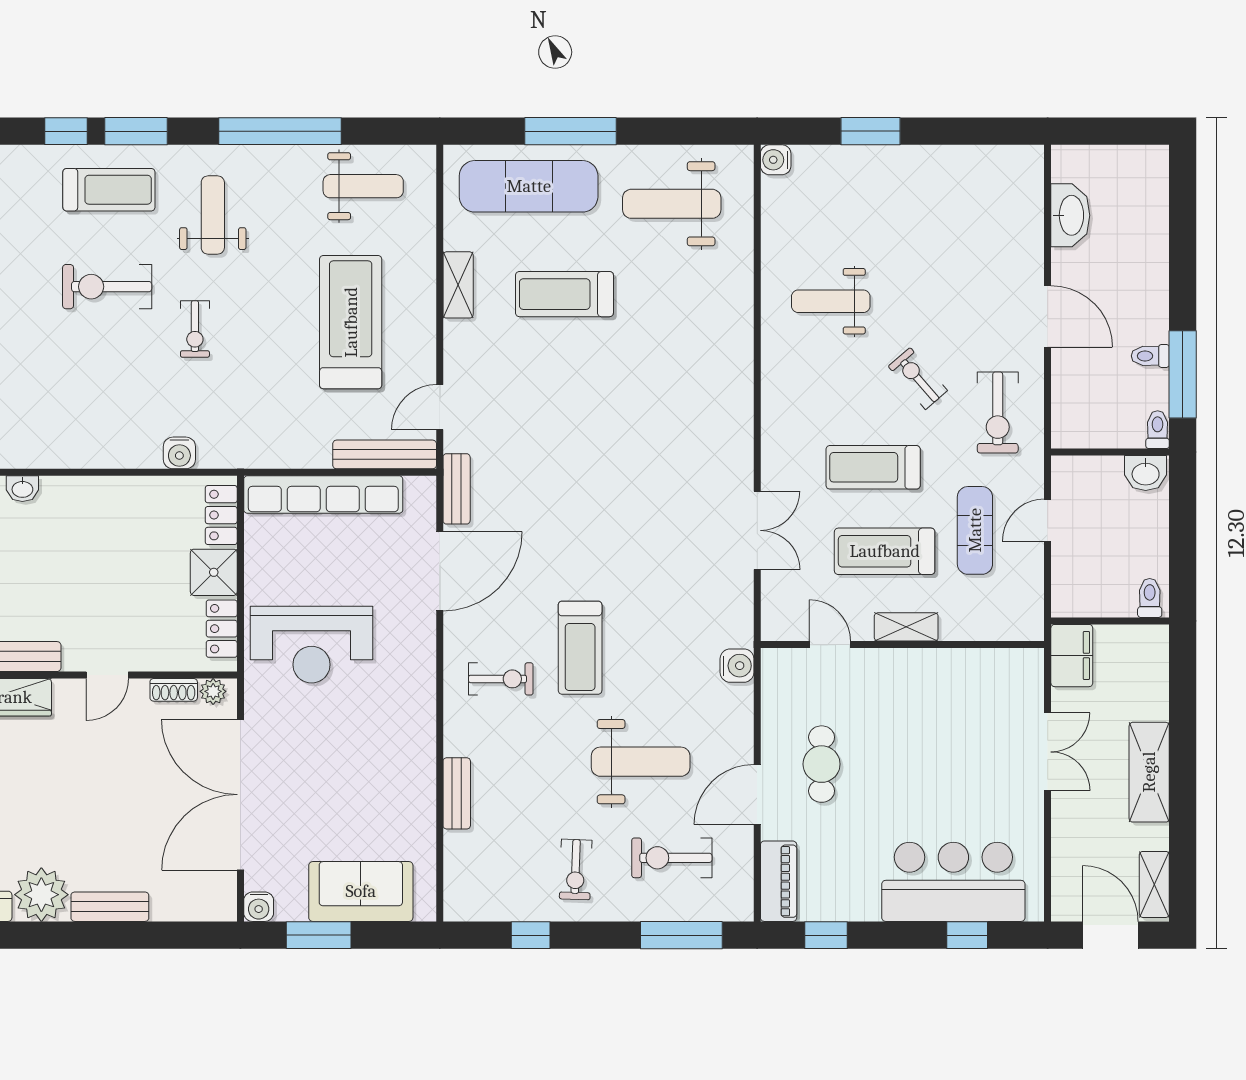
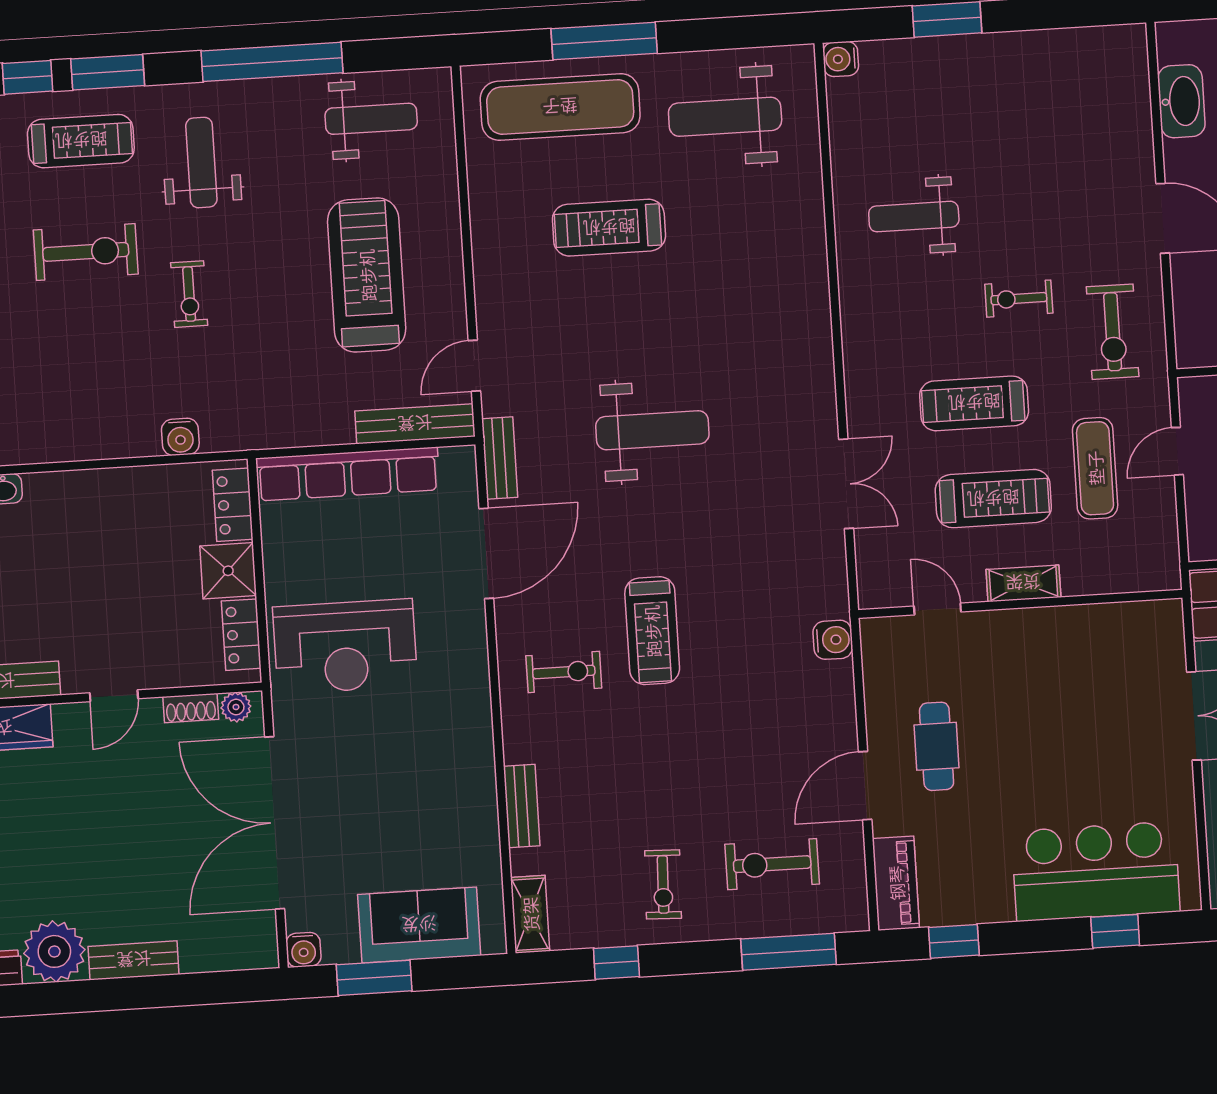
shelving: (458, 285) -> (530, 914), moved
exercise bike: (107, 287) -> (86, 252), turned 180
exercise bike: (918, 378) -> (1019, 299), turned -49
treadmill: (885, 551) -> (993, 499), turned 180
weight bench: (641, 762) -> (652, 430), moved

